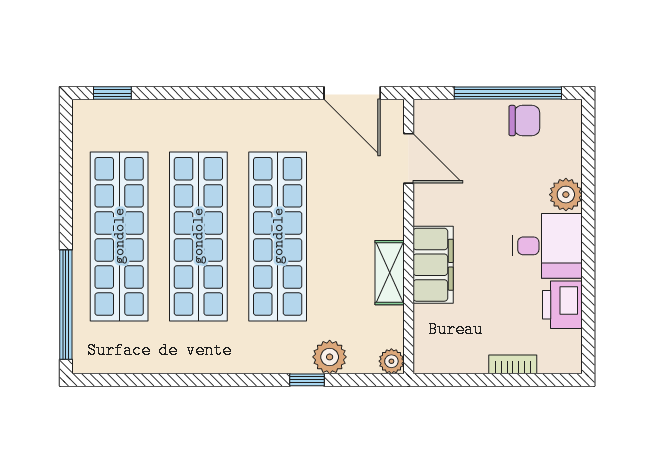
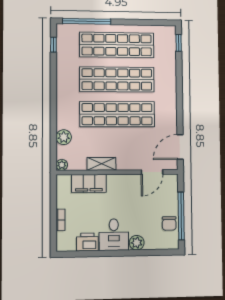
filing cabinet: (433, 265) -> (89, 183), moved
window: (307, 380) -> (53, 45), moved

